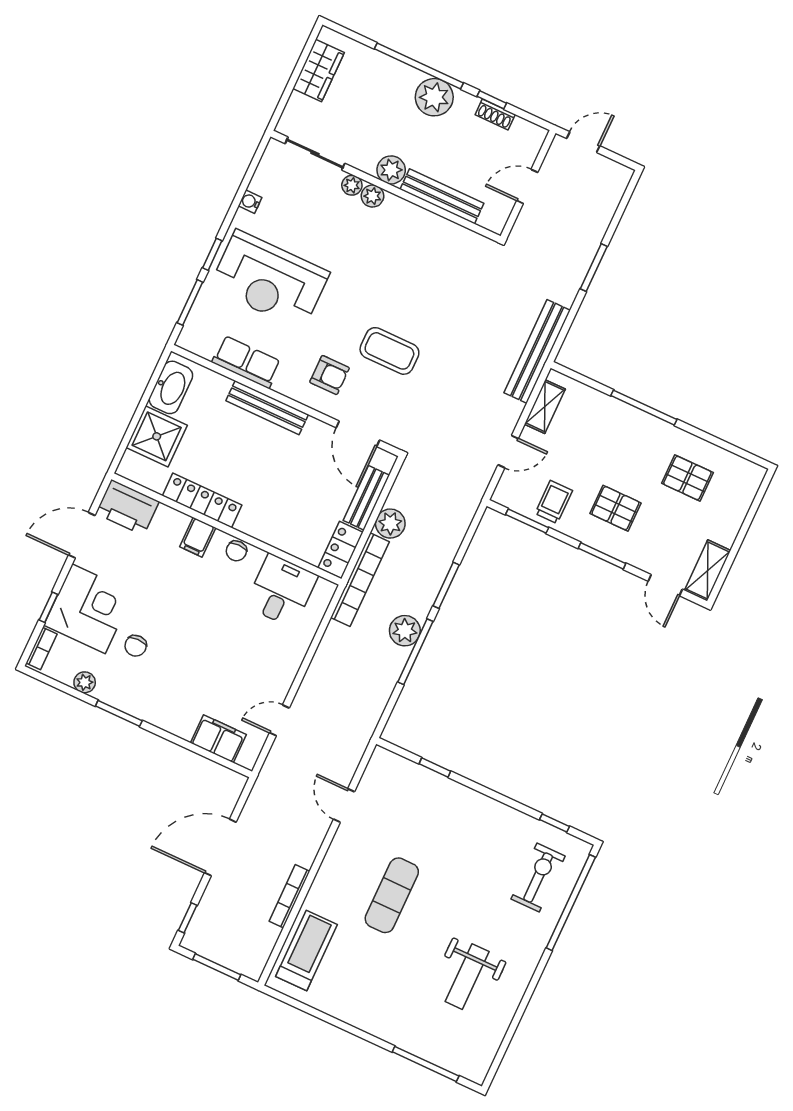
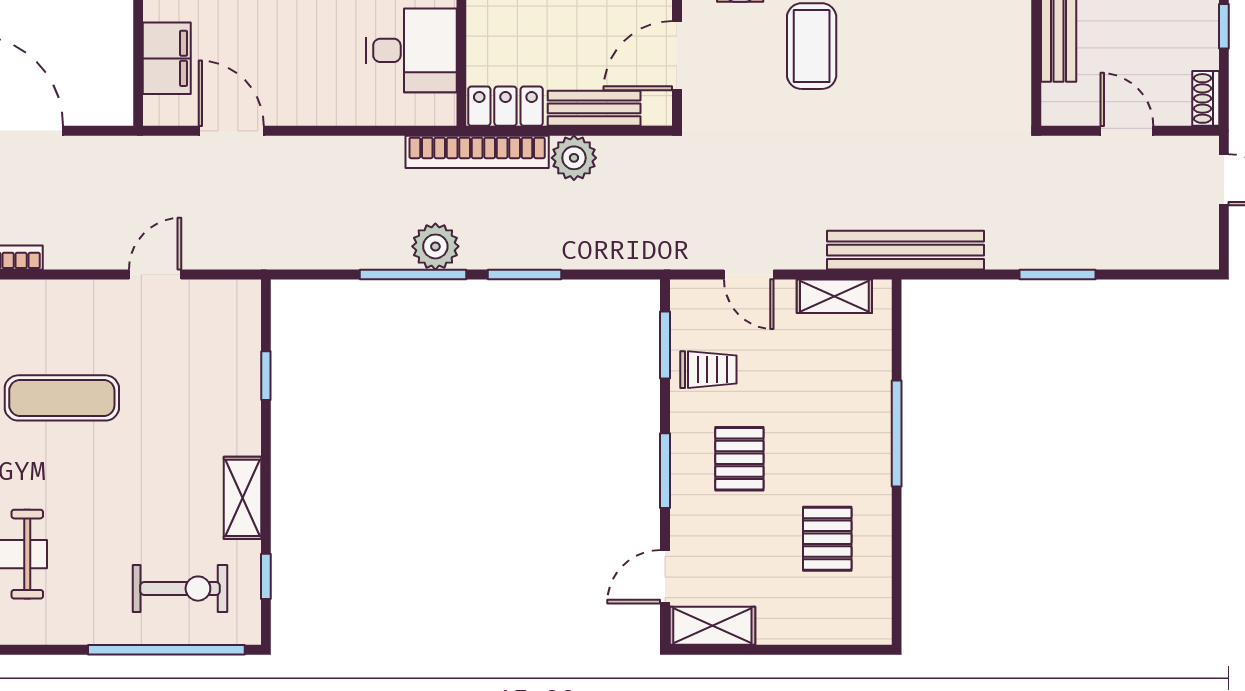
shoe rack: (495, 114) -> (1206, 98), moved
door: (279, 720) -> (231, 131), width x1.38
shelving: (501, 815) -> (242, 498), added

